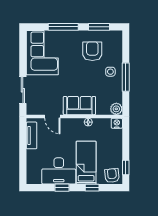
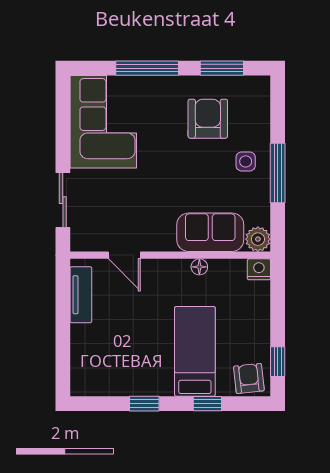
sofa: (79, 106) -> (210, 232), moved
desk: (59, 171) -> (138, 369), removed

